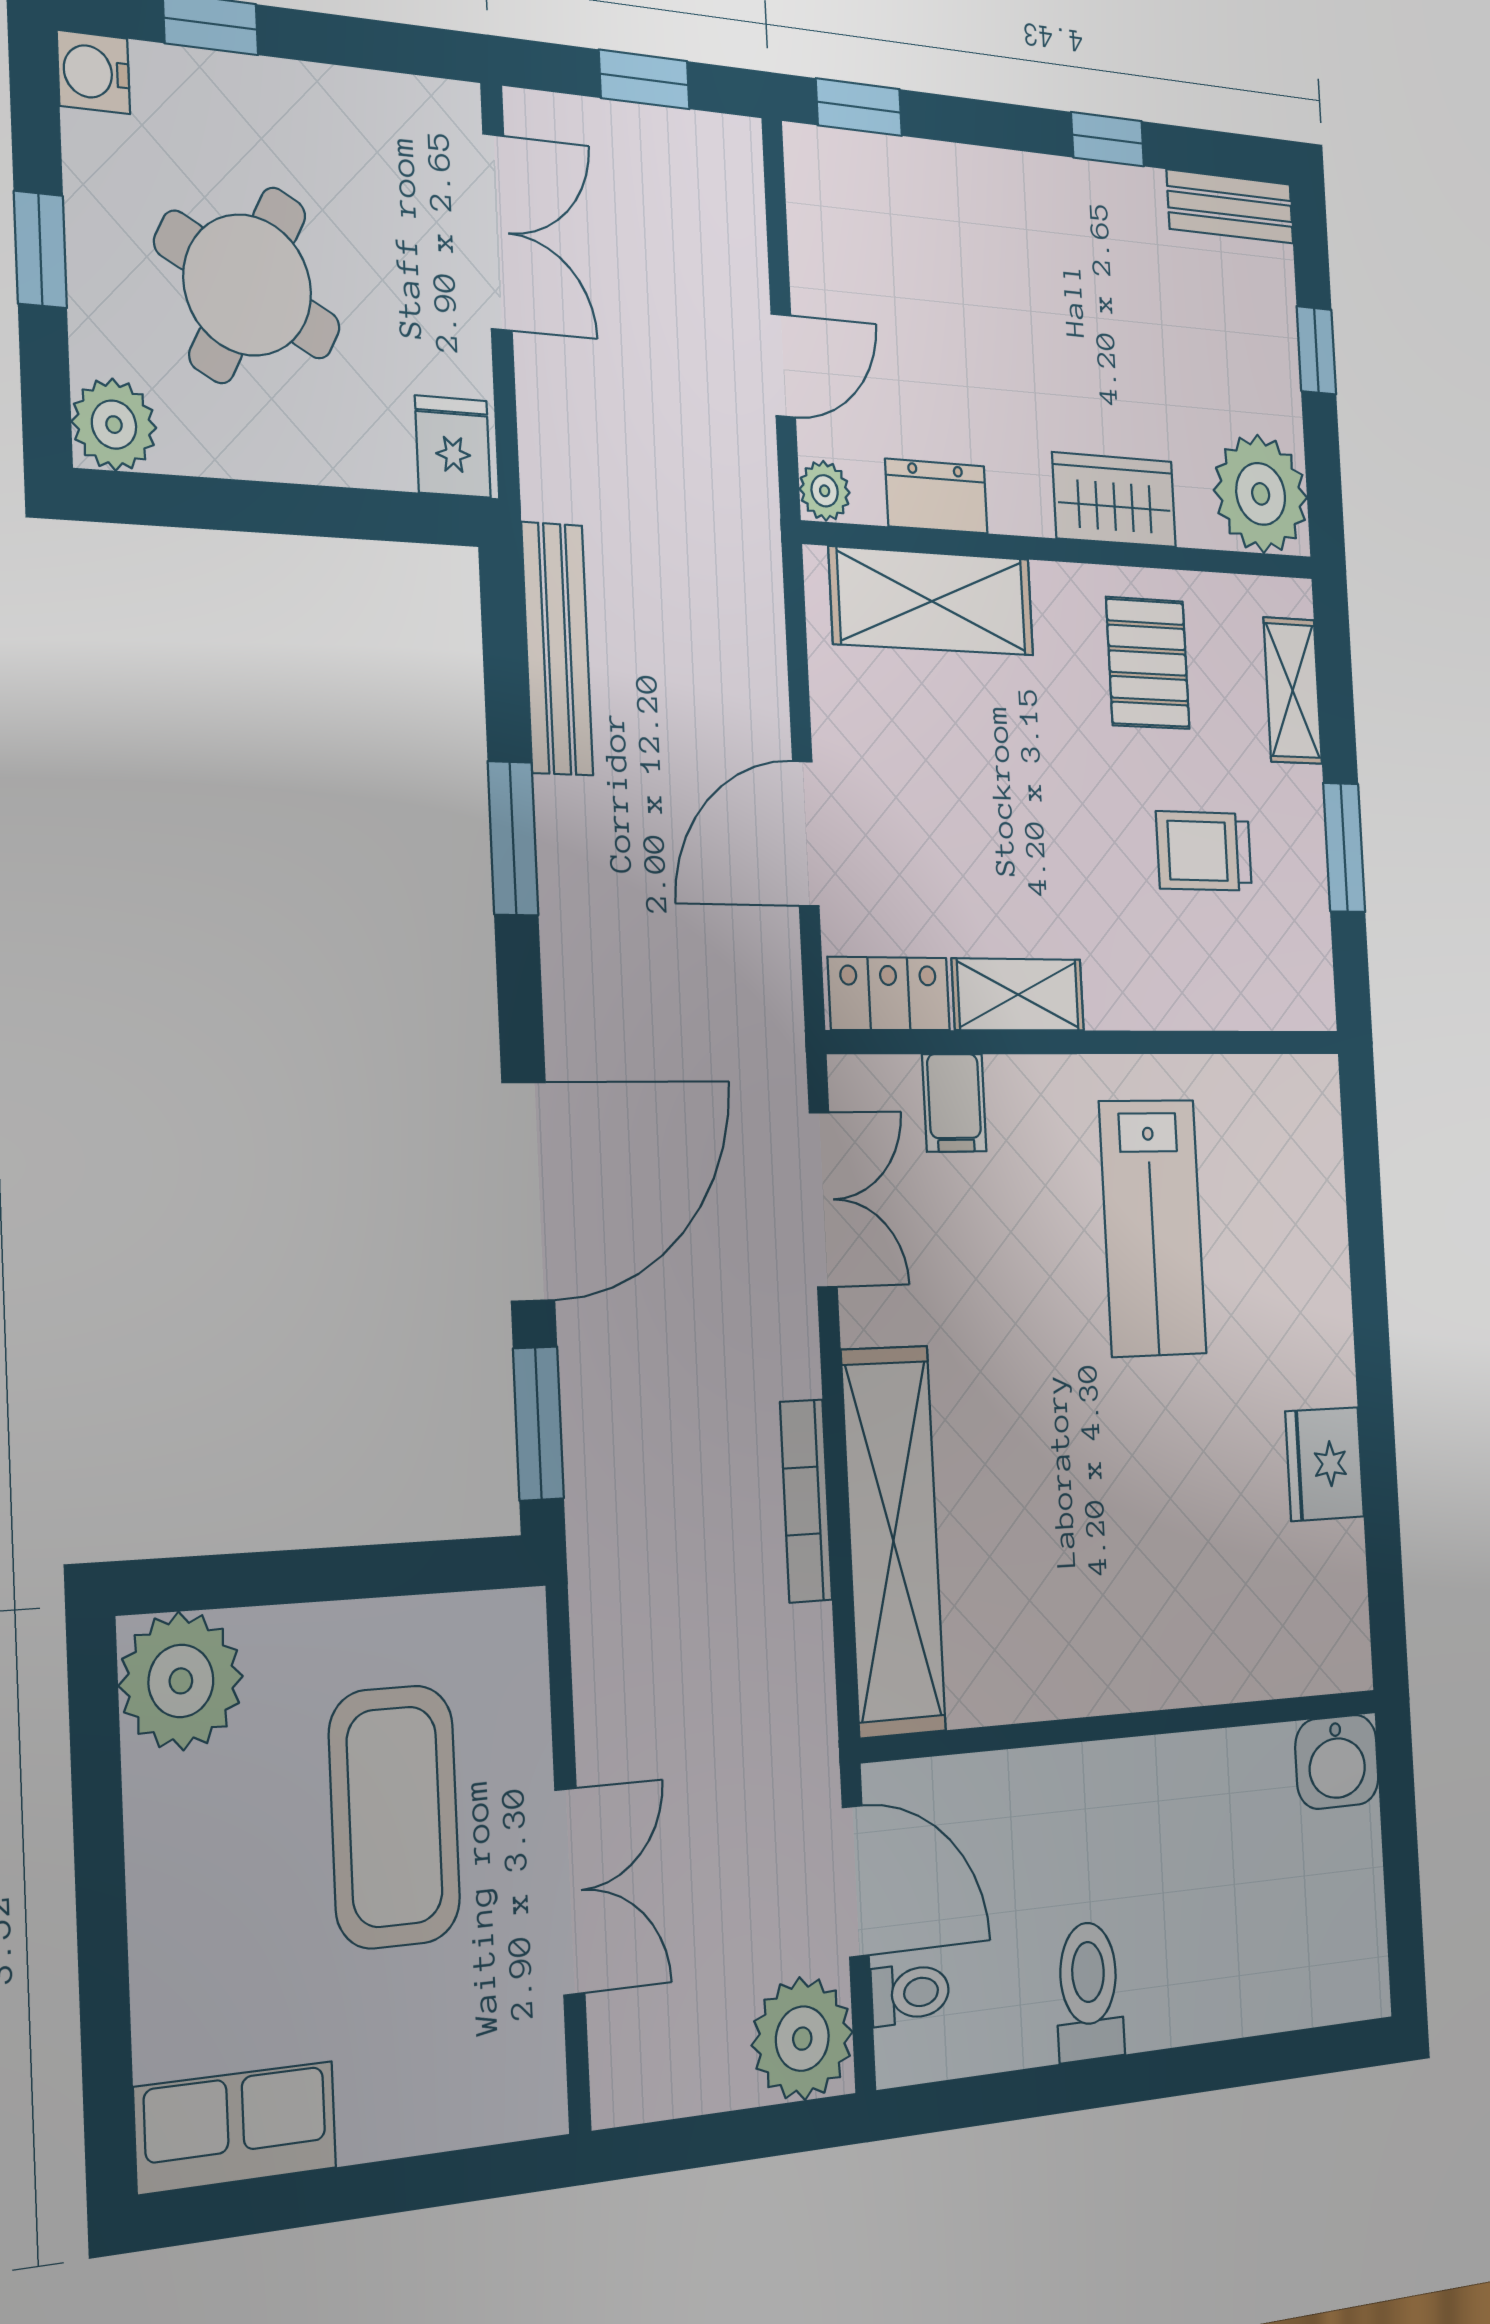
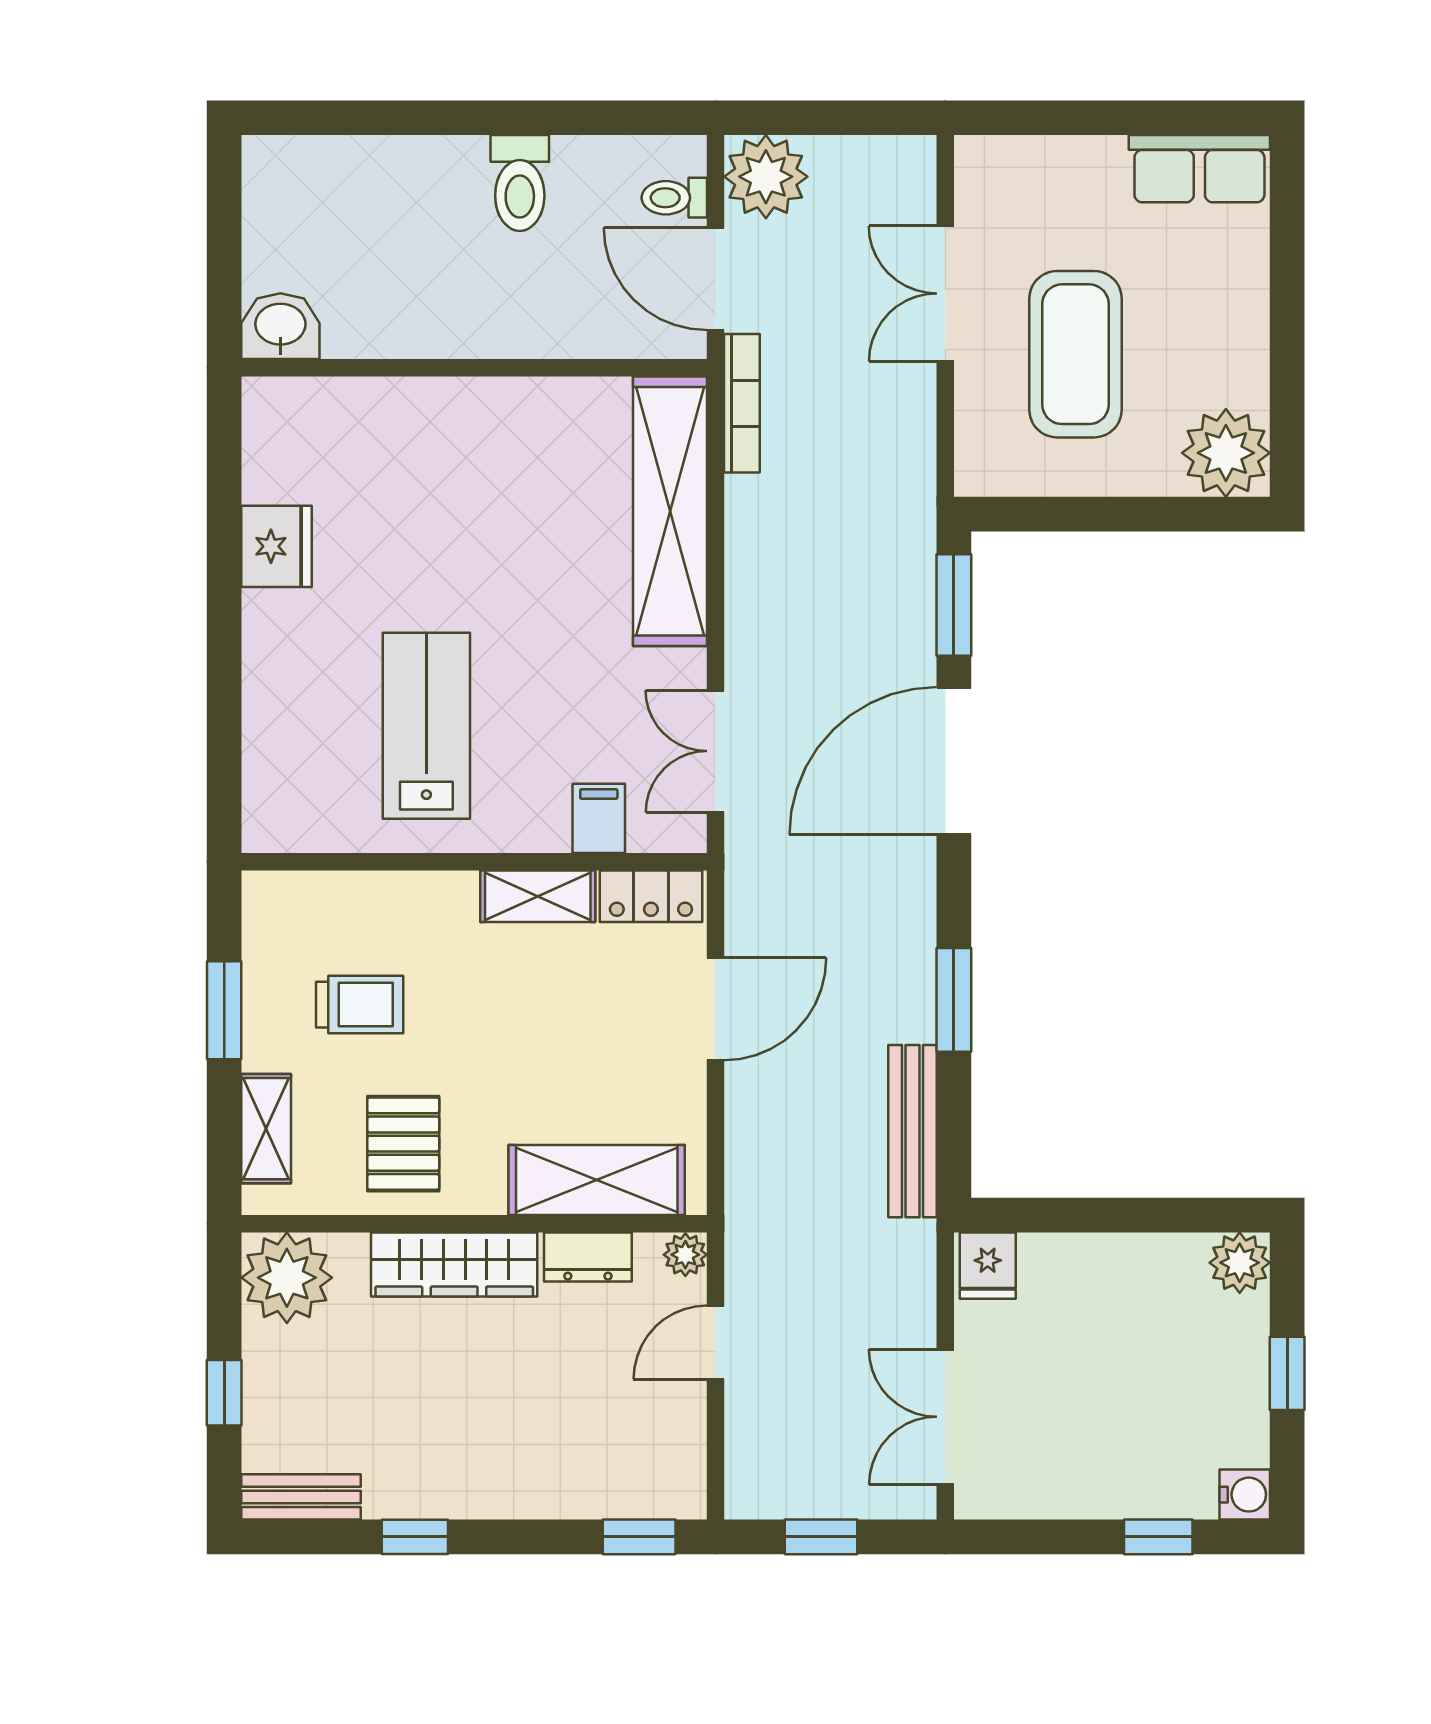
round table: (248, 285) -> (1139, 1363), removed
wardrobe: (1114, 500) -> (454, 1265), width x1.50
bookcase: (806, 1501) -> (742, 403), moved

